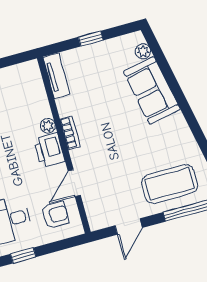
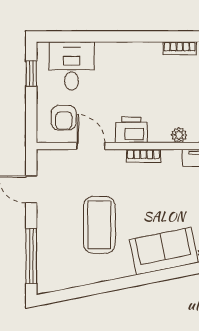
plant: (48, 126) -> (179, 135), moved
coffee table: (170, 184) -> (99, 225), moved

